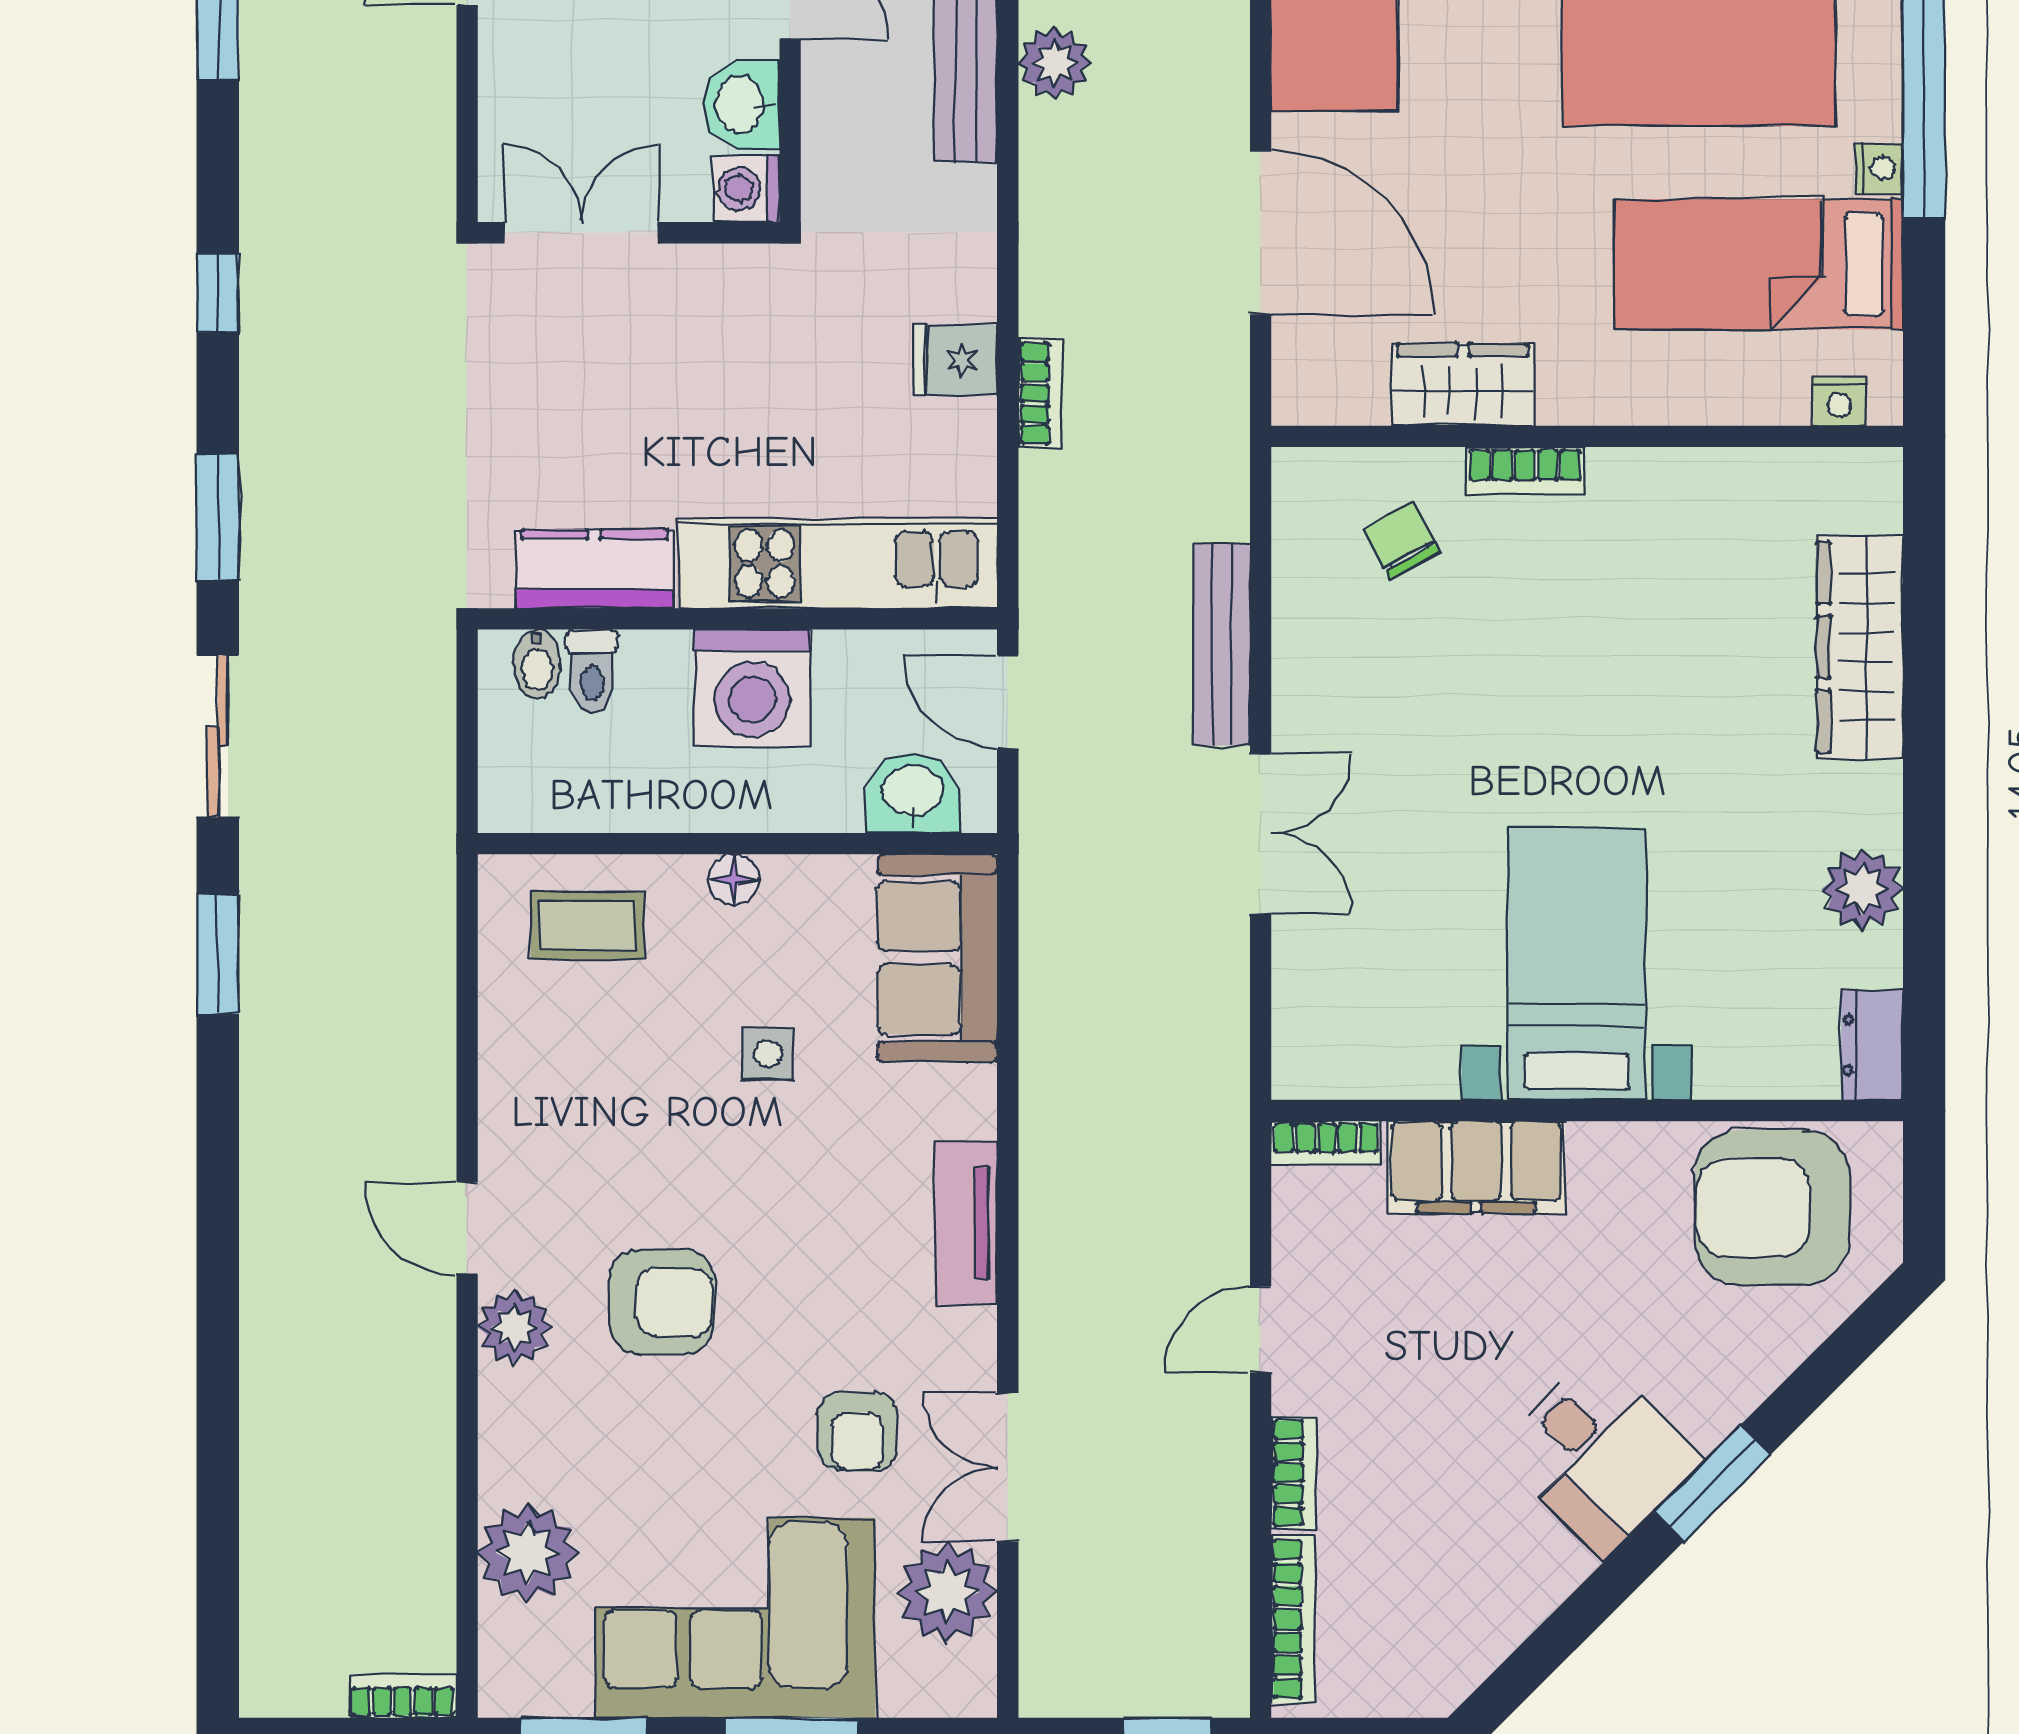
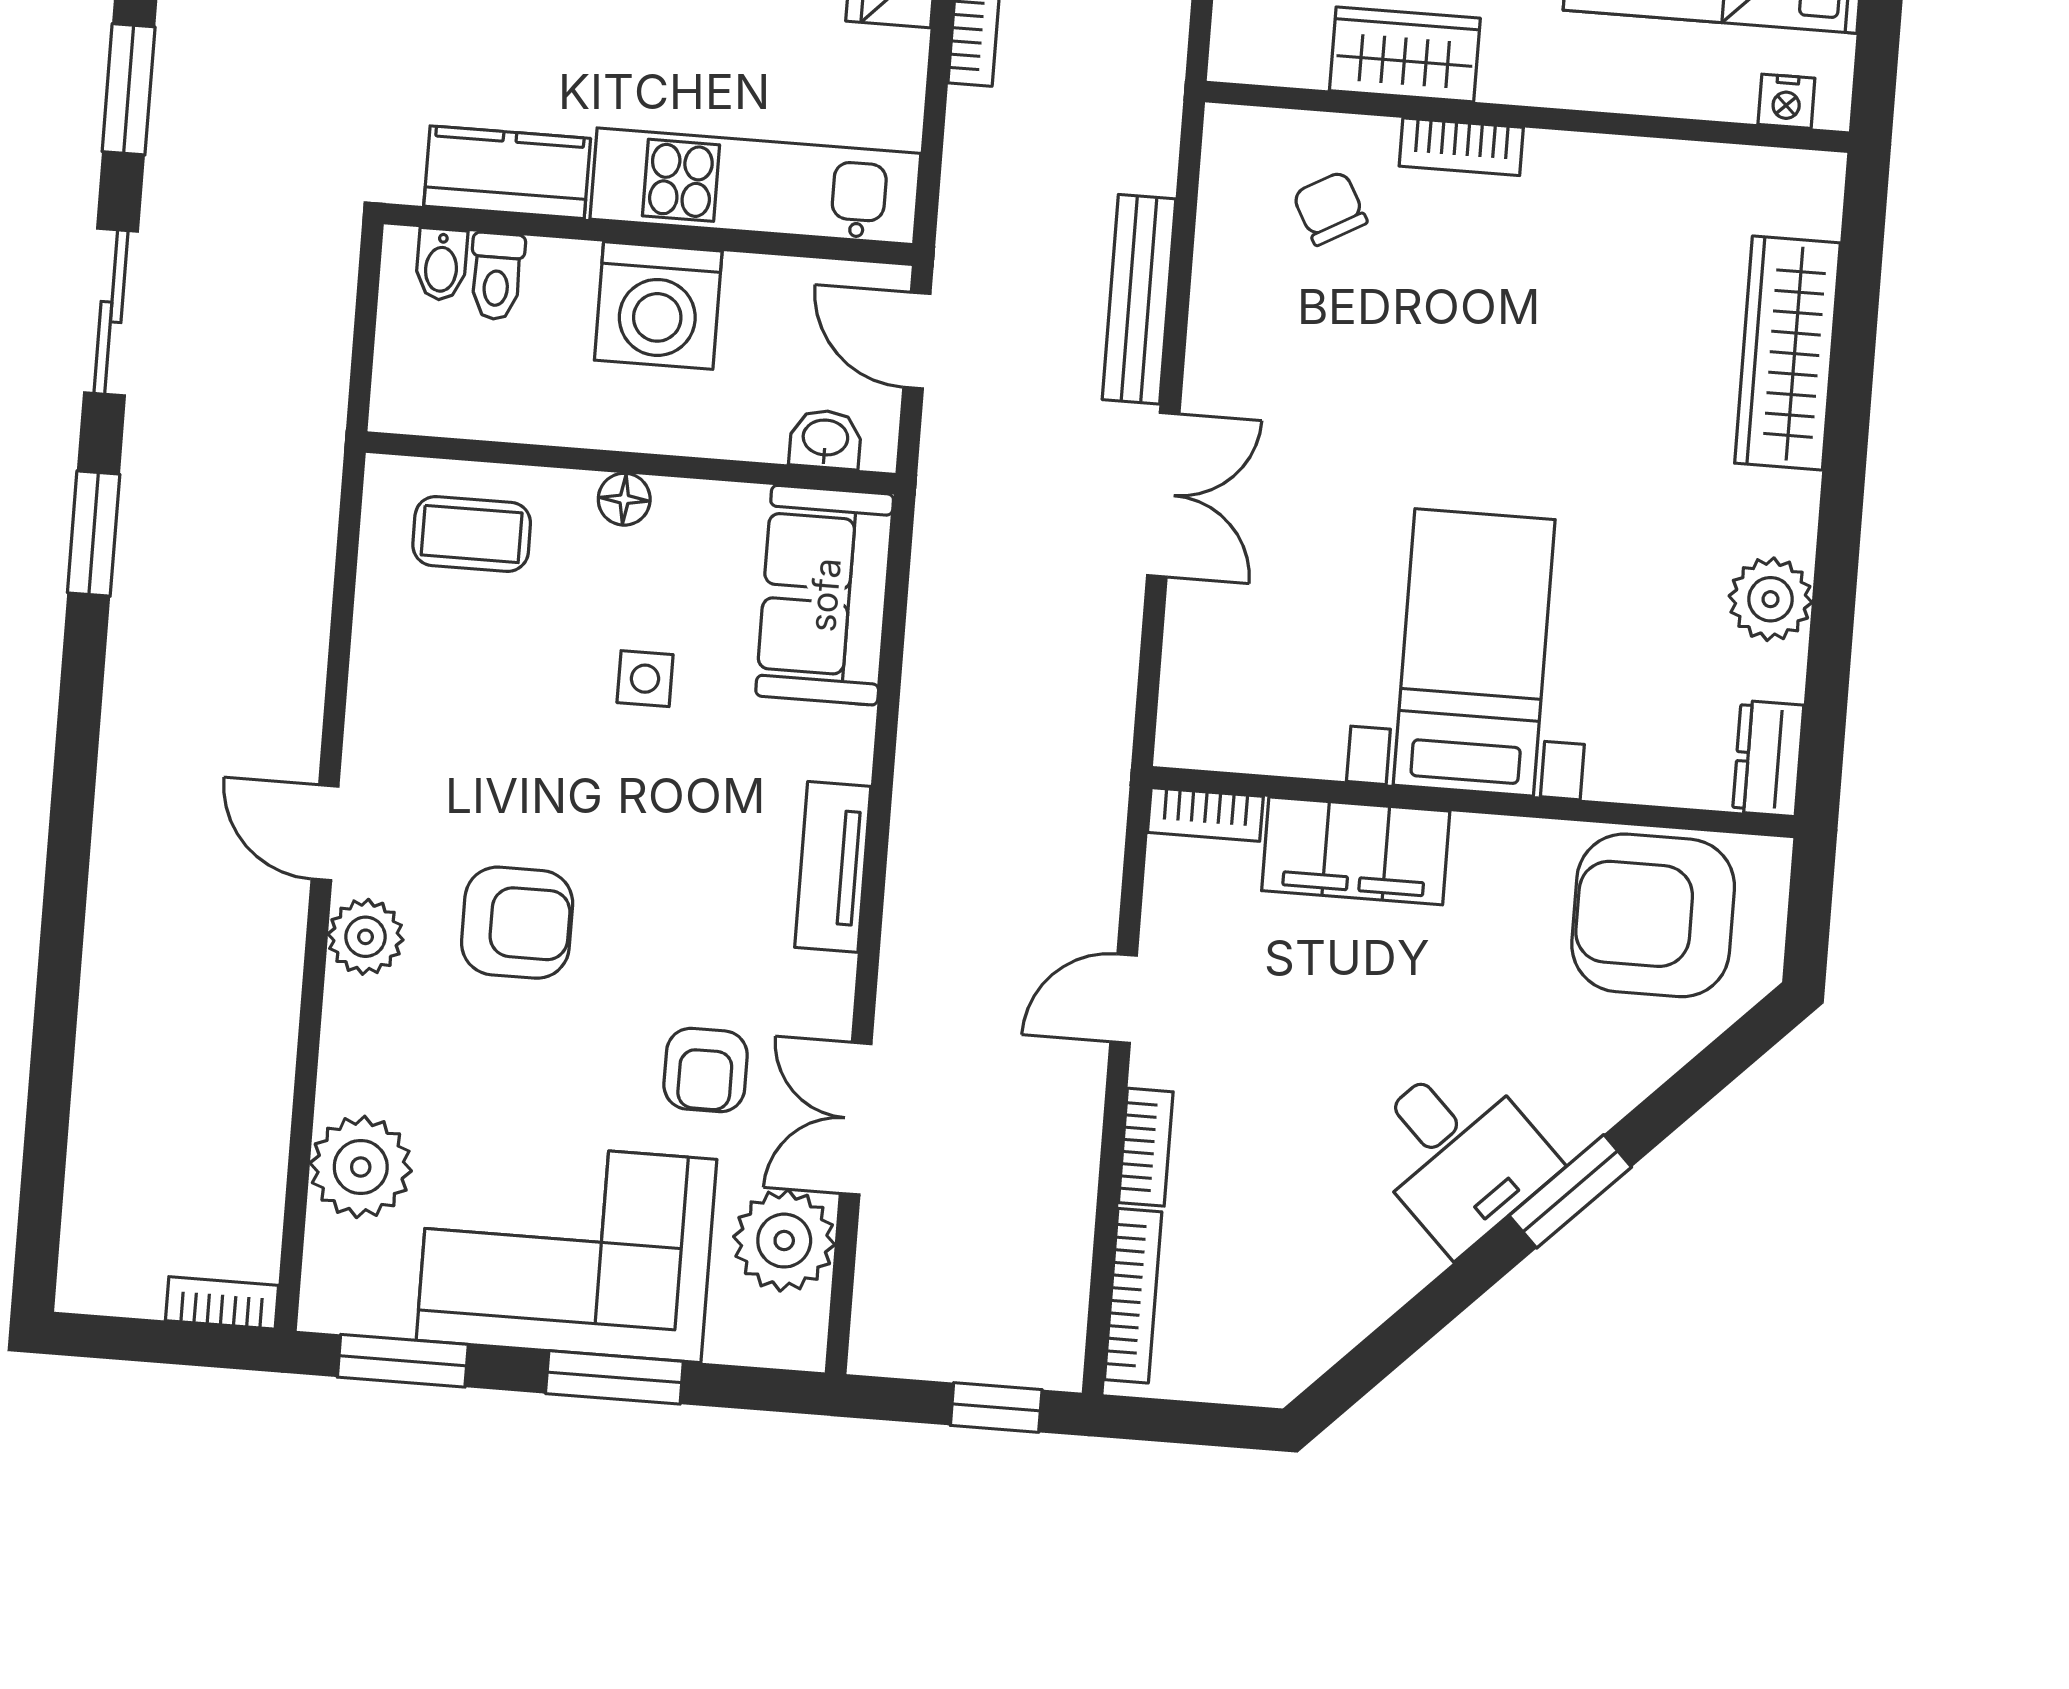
washbasin: (913, 793) -> (825, 439), width x0.72, depth x0.69

